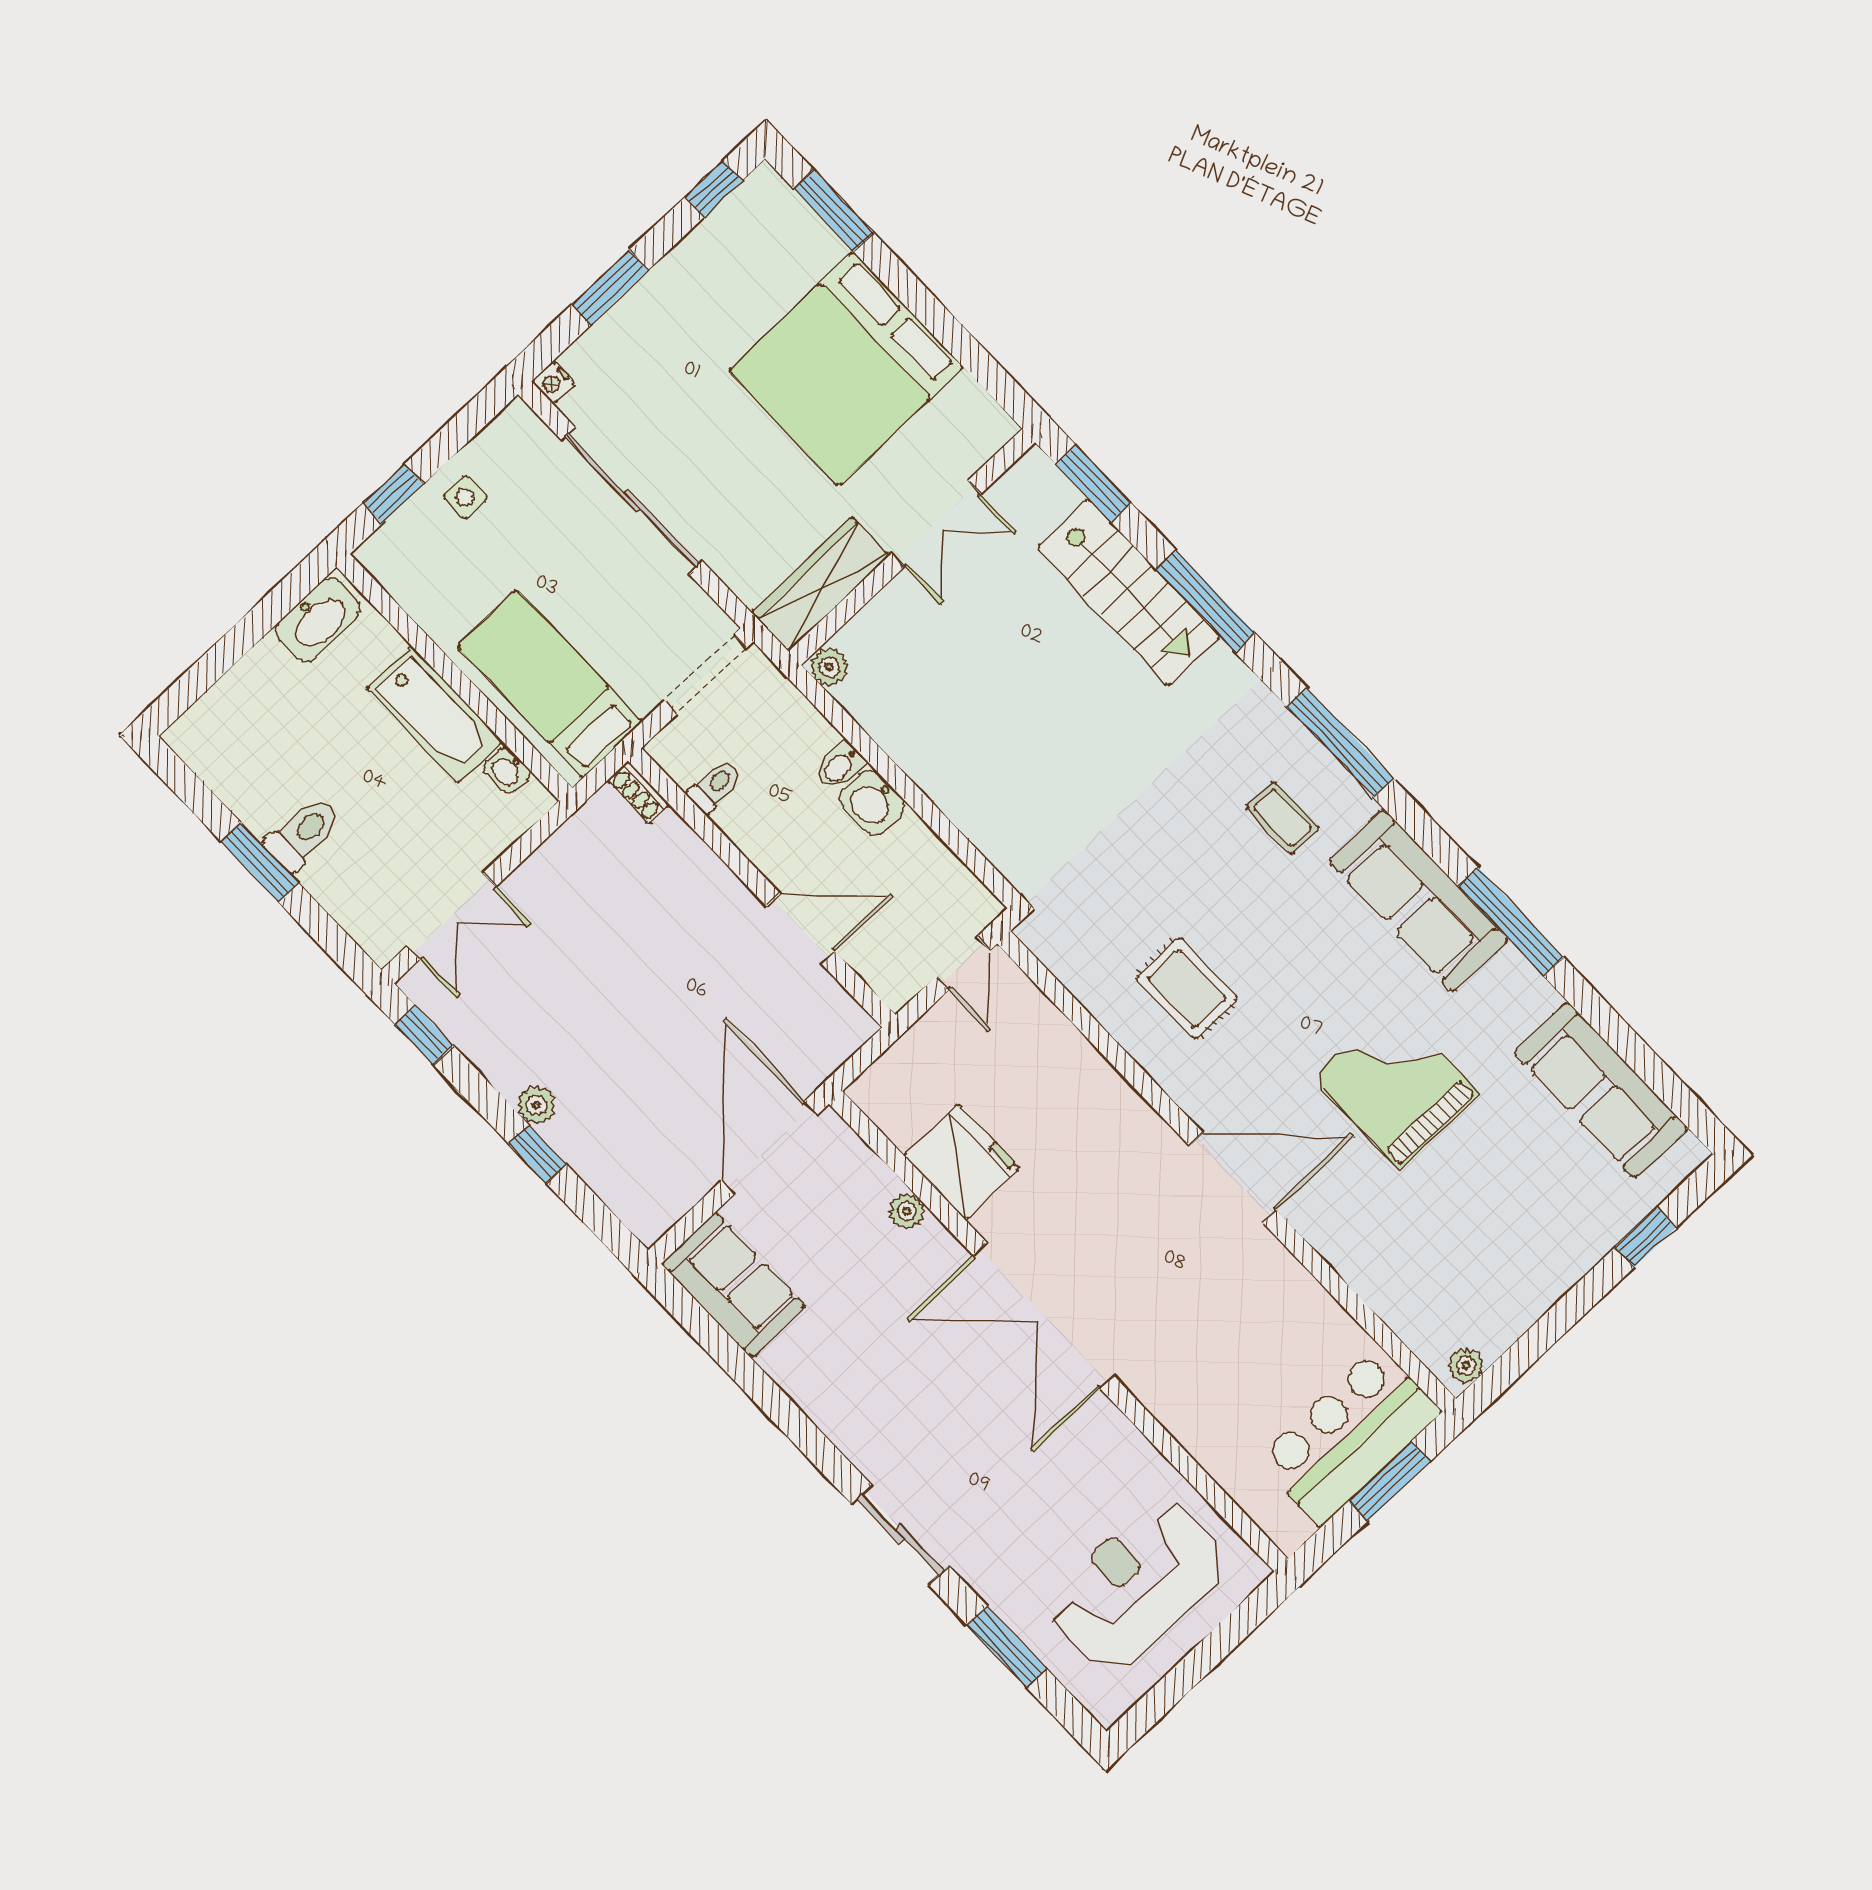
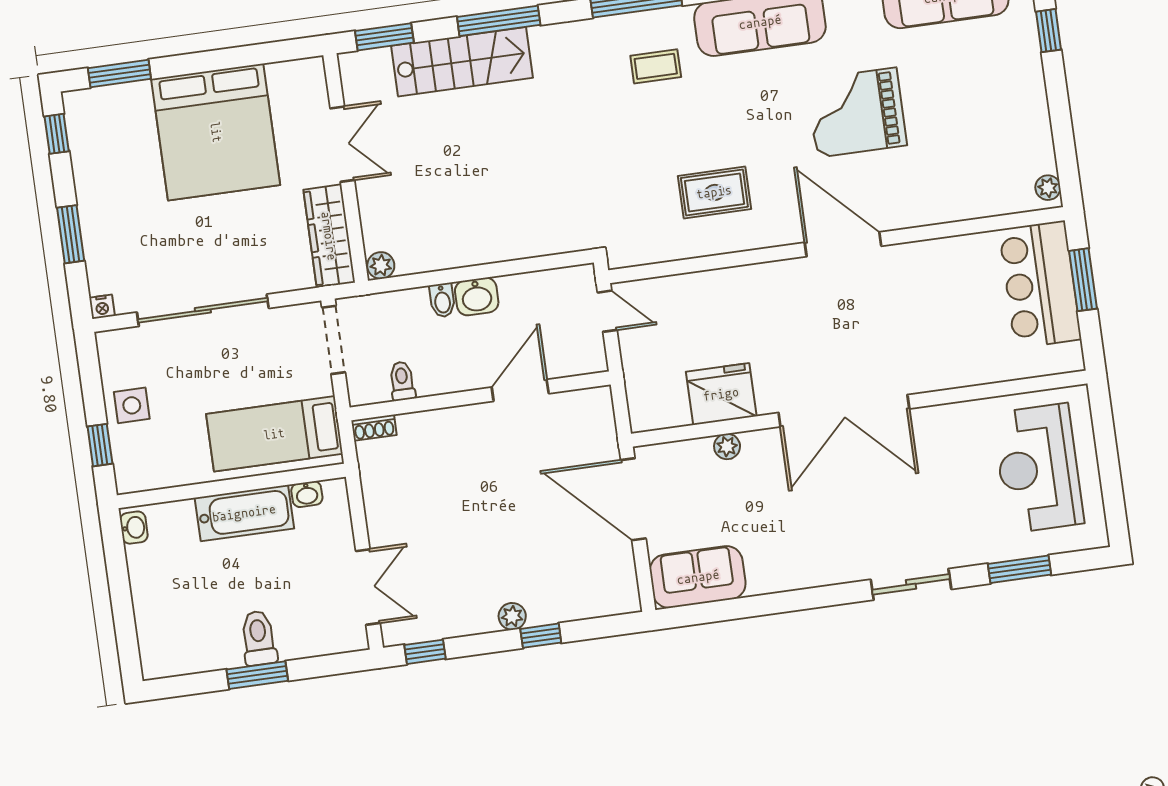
side table: (465, 497) -> (132, 405), width x1.37, depth x1.37
washbasin: (318, 620) -> (134, 528), width x0.52, depth x0.69
door: (1233, 1178) -> (843, 244), hinge flipped

